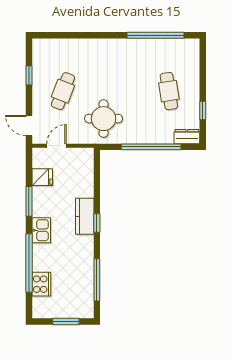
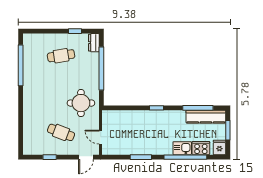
fridge: (42, 177) -> (219, 147), moved
kitchen counter: (85, 216) -> (206, 117), moved, width x1.50
kitchen sink: (41, 230) -> (182, 148), moved

